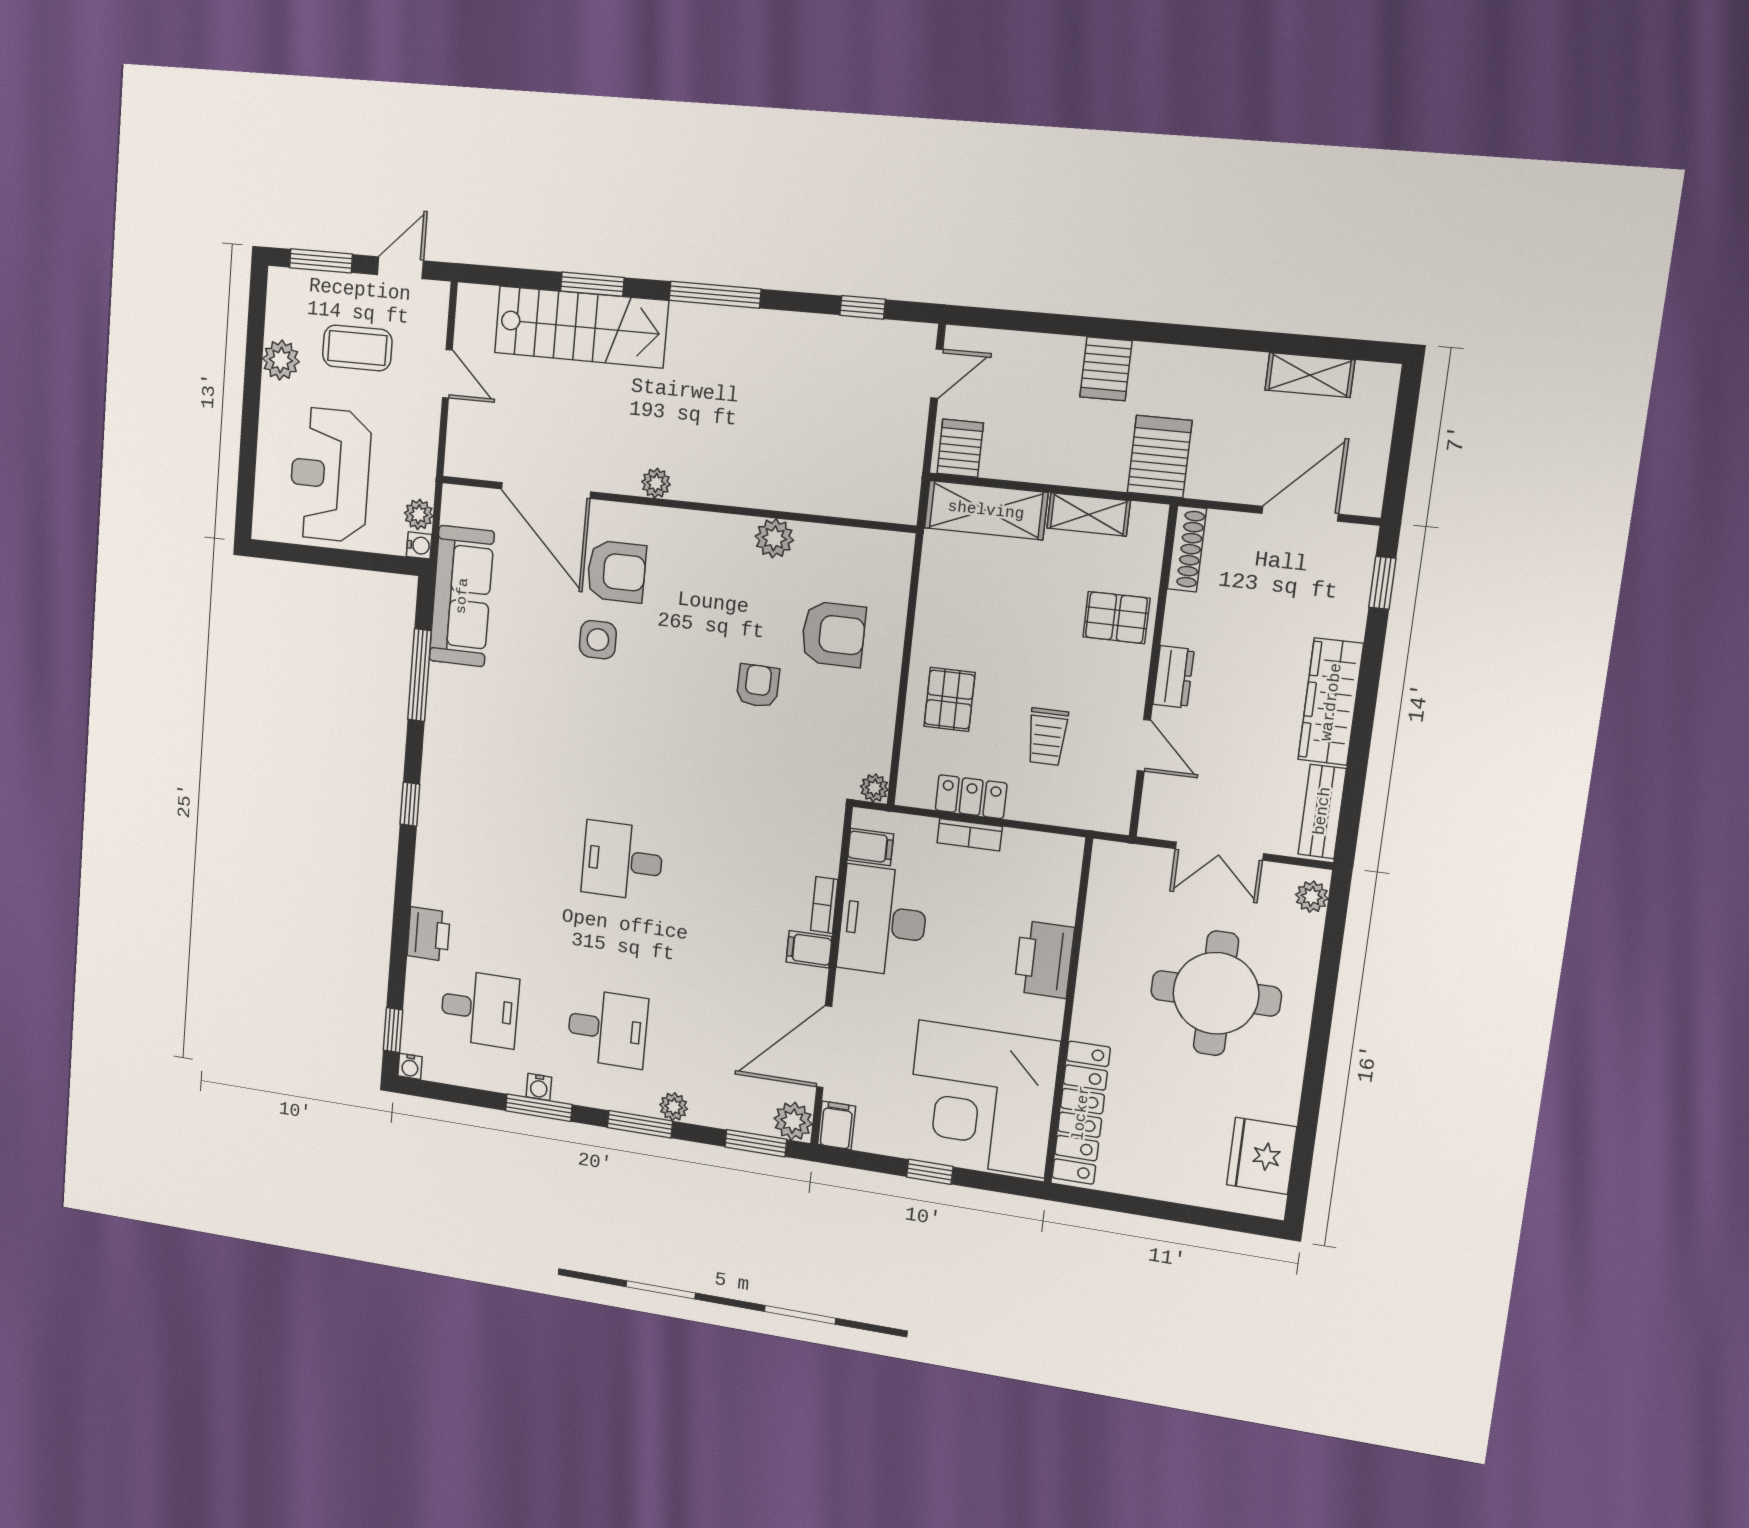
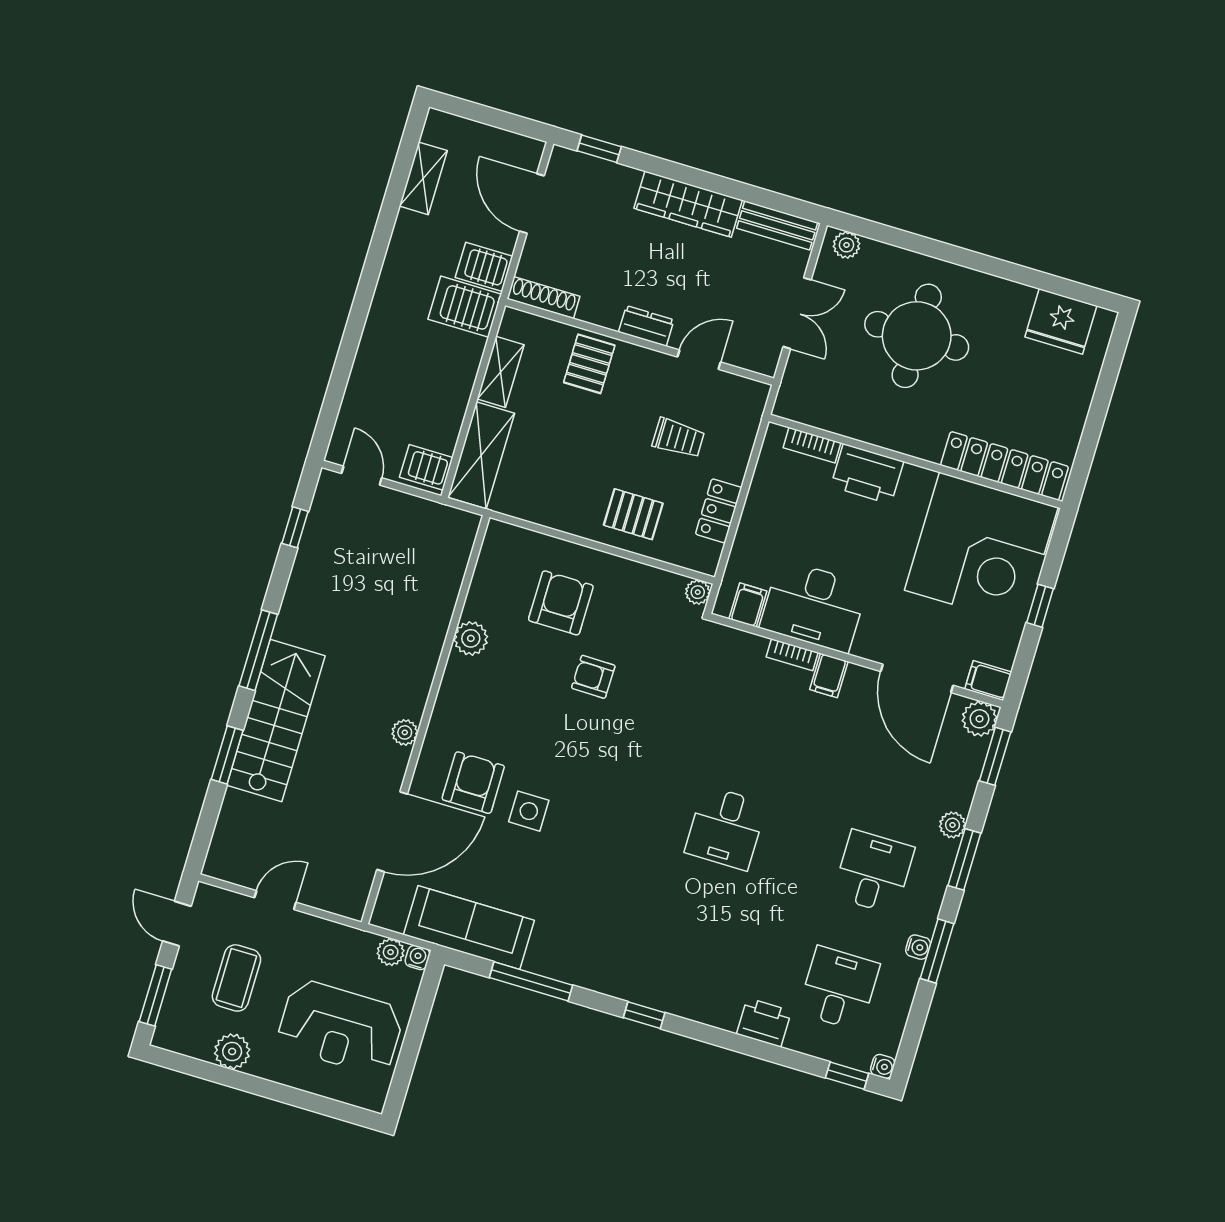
stairs: (581, 327) -> (276, 720), moved
server rack: (1106, 369) -> (484, 267), moved, turned 180
bookcase: (970, 835) -> (812, 445), moved, turned 90

